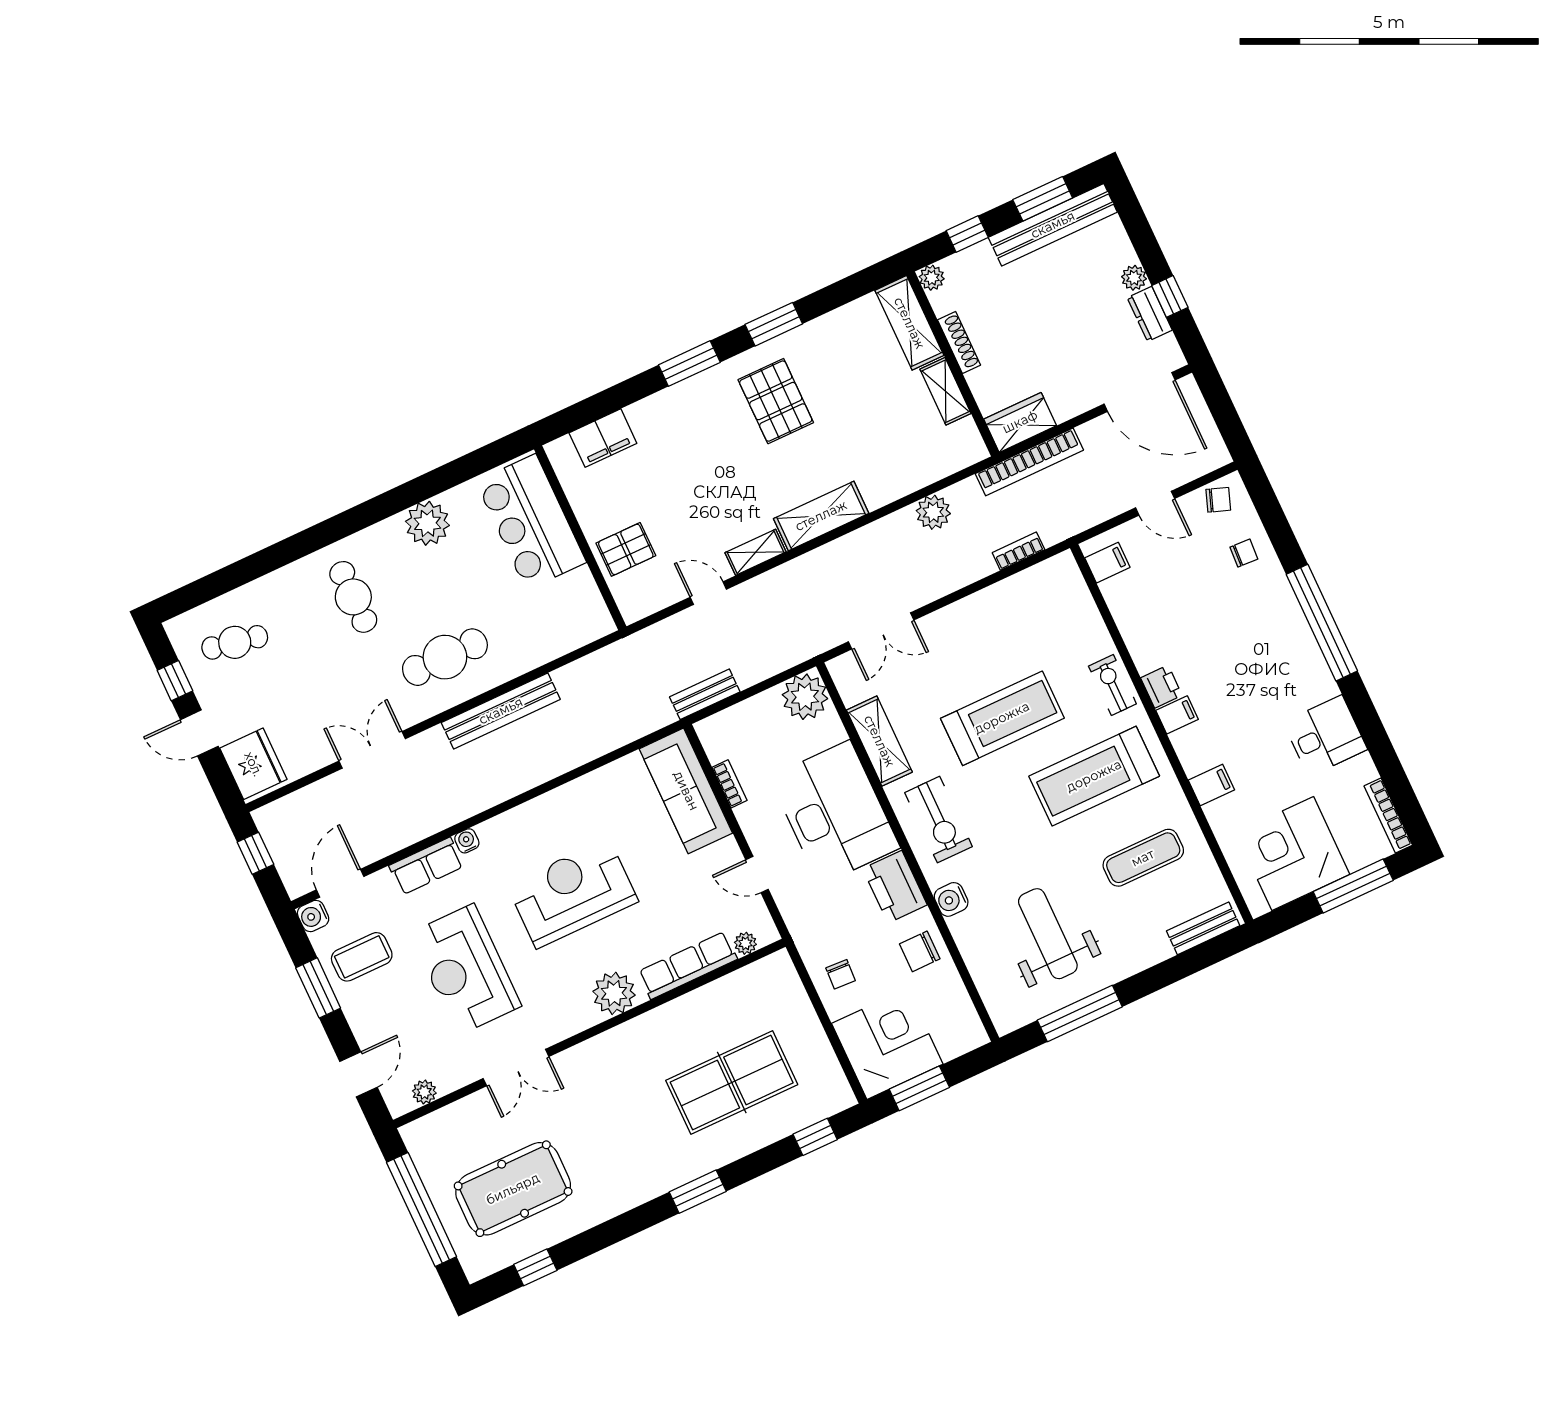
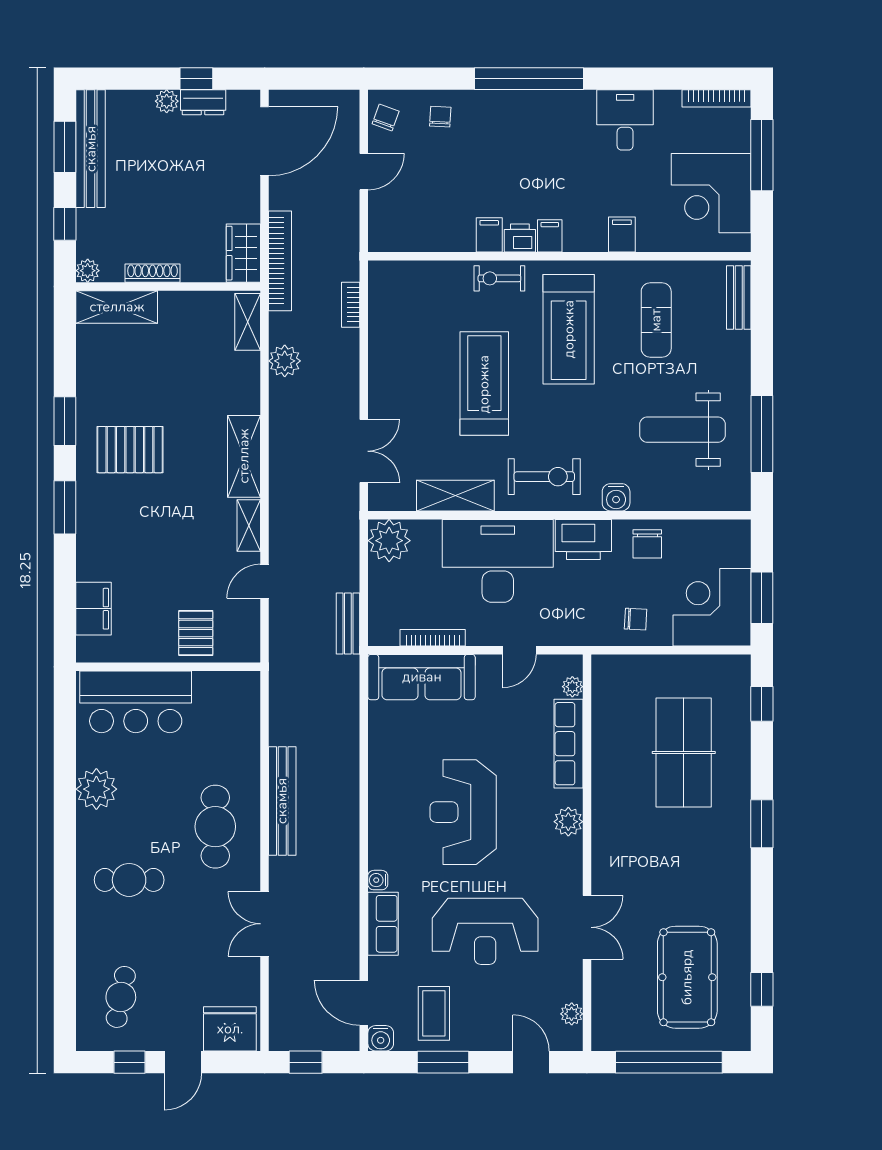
shelving: (945, 391) -> (248, 322), moved, turned 90
filing cabinet: (1107, 563) -> (489, 235), moved
bookcase: (730, 784) -> (433, 638), width x1.56
plant: (614, 993) -> (568, 822), width x0.73, depth x0.73

